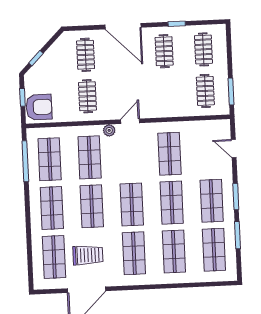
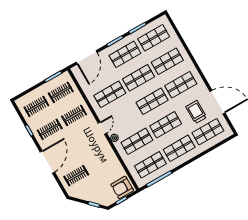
clothes rail: (87, 96) -> (74, 115), moved
armchair: (39, 107) -> (122, 187), turned -90
door: (130, 121) -> (102, 128), swing flipped
door: (234, 148) -> (87, 57), width x1.87

